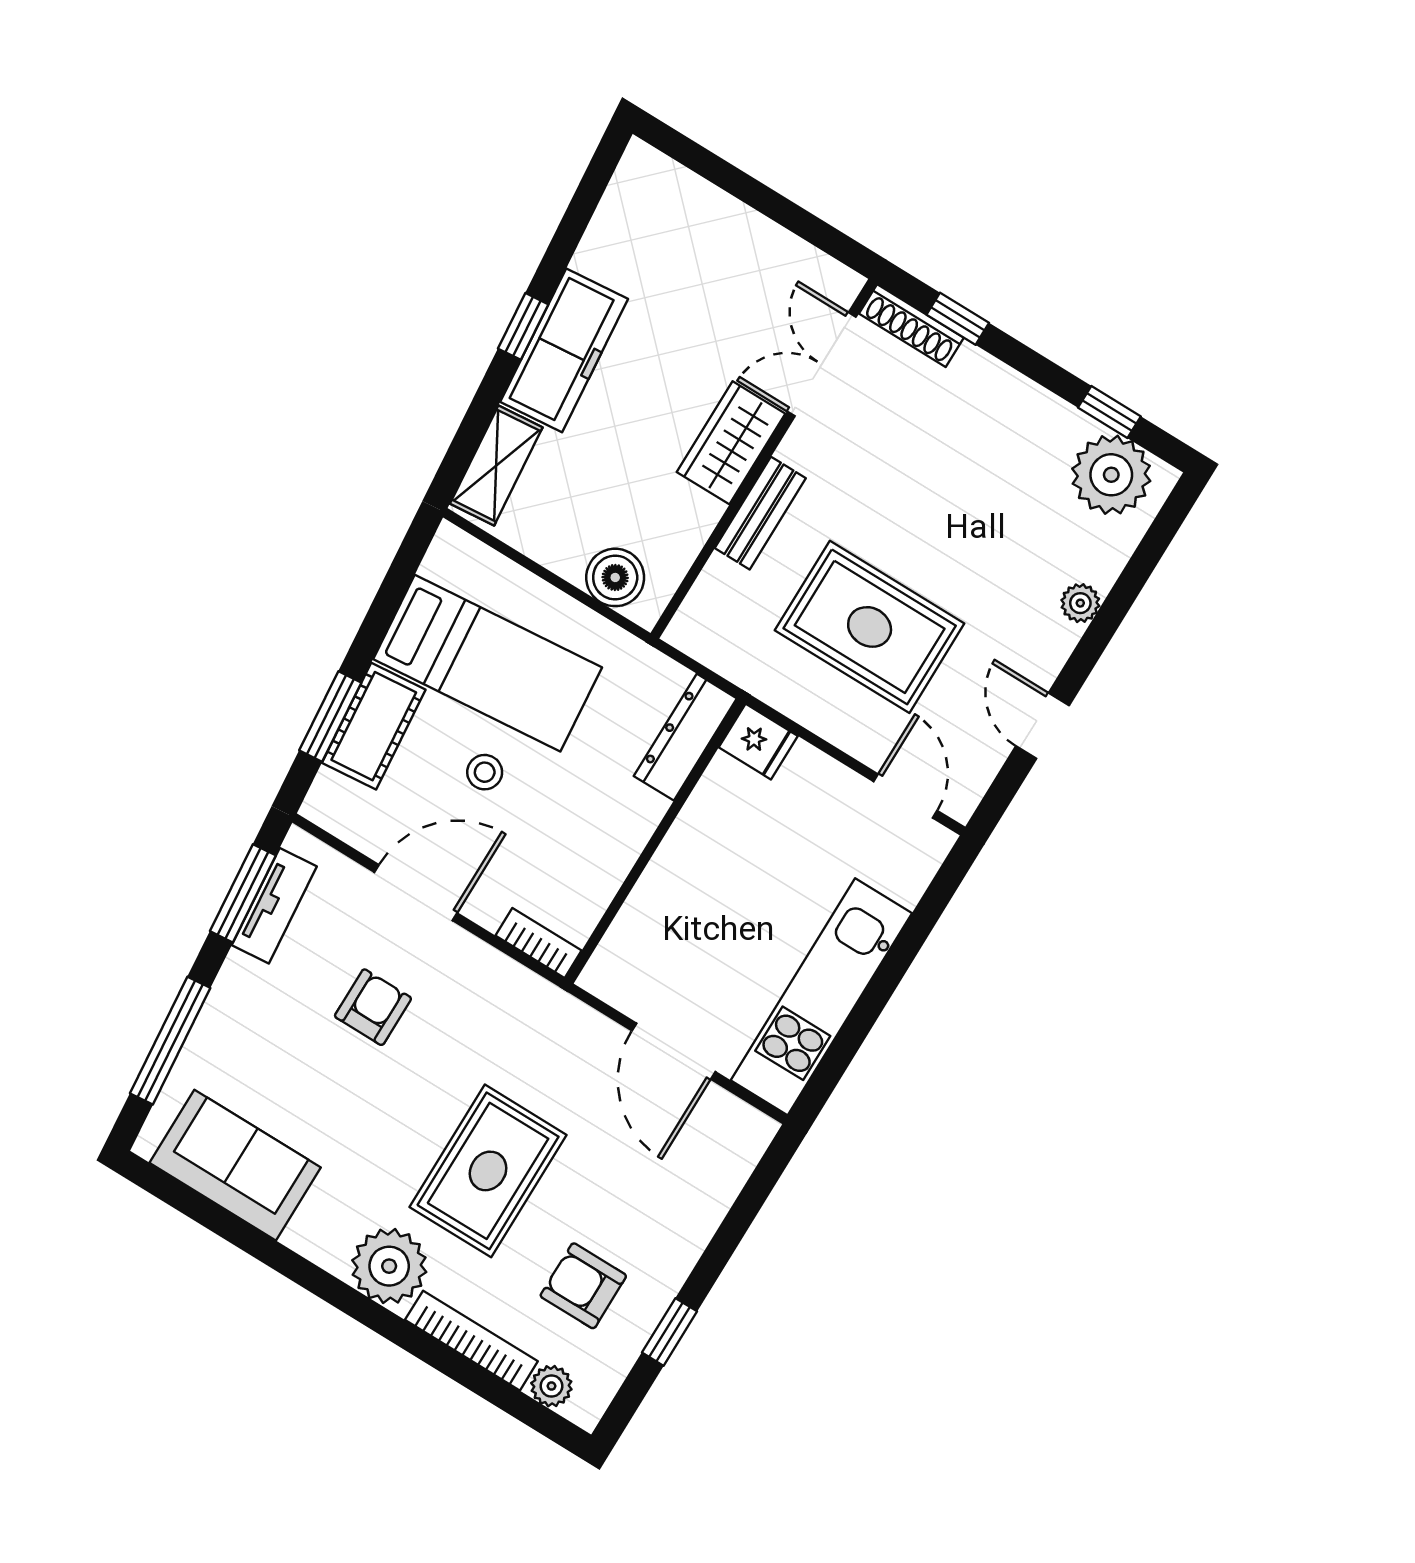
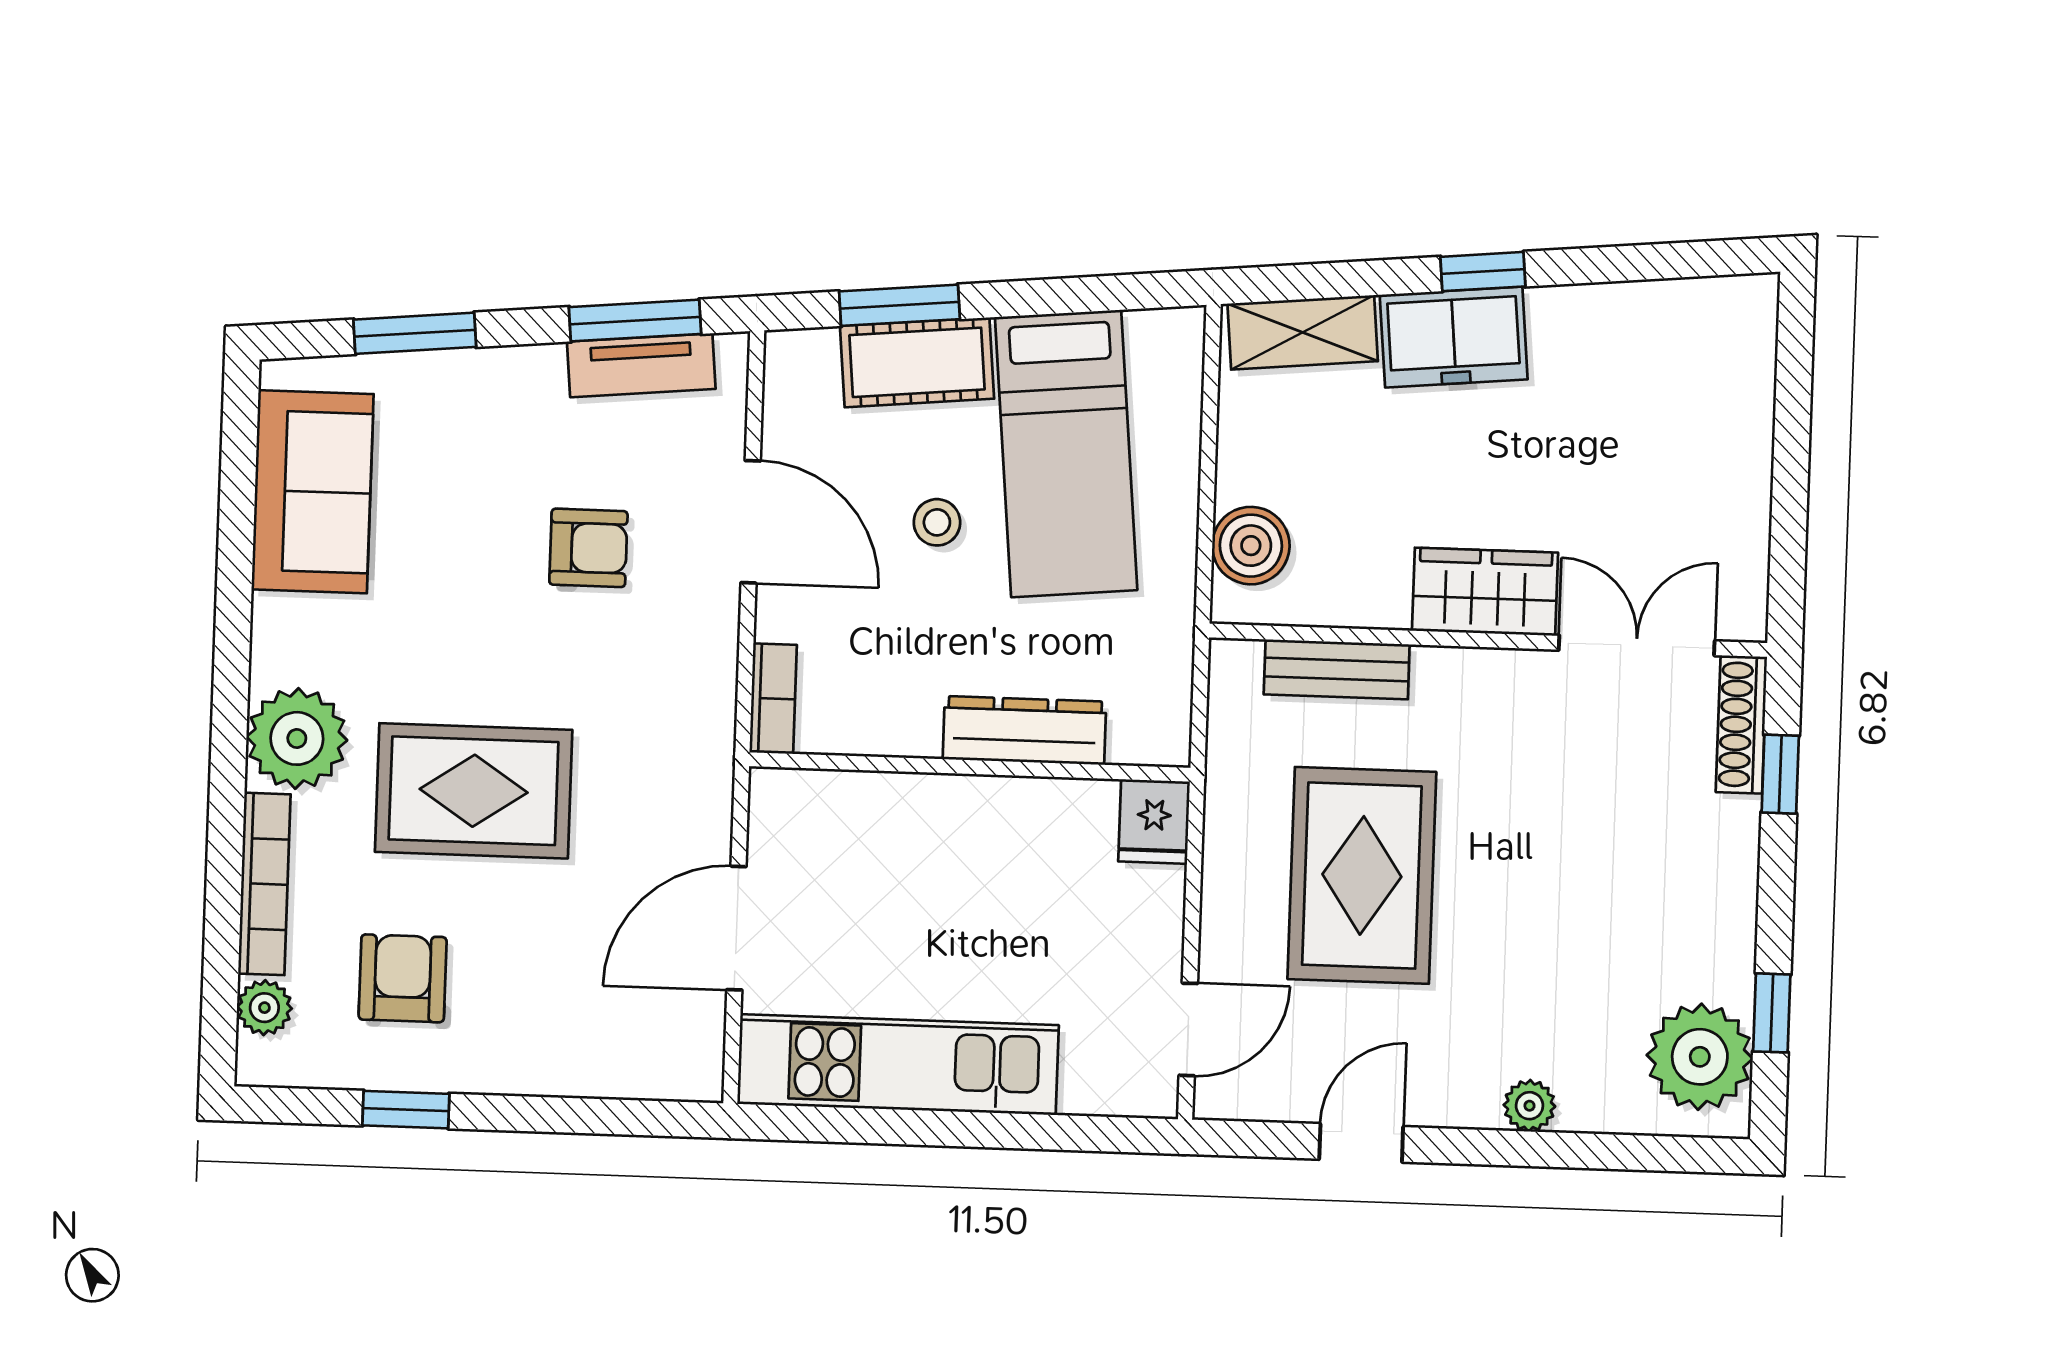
freezer: (564, 350) -> (1454, 337), width x0.71
bench: (760, 513) -> (1337, 669), moved
dresser: (685, 737) -> (1024, 730), moved
window: (170, 1041) -> (415, 333), width x0.69

